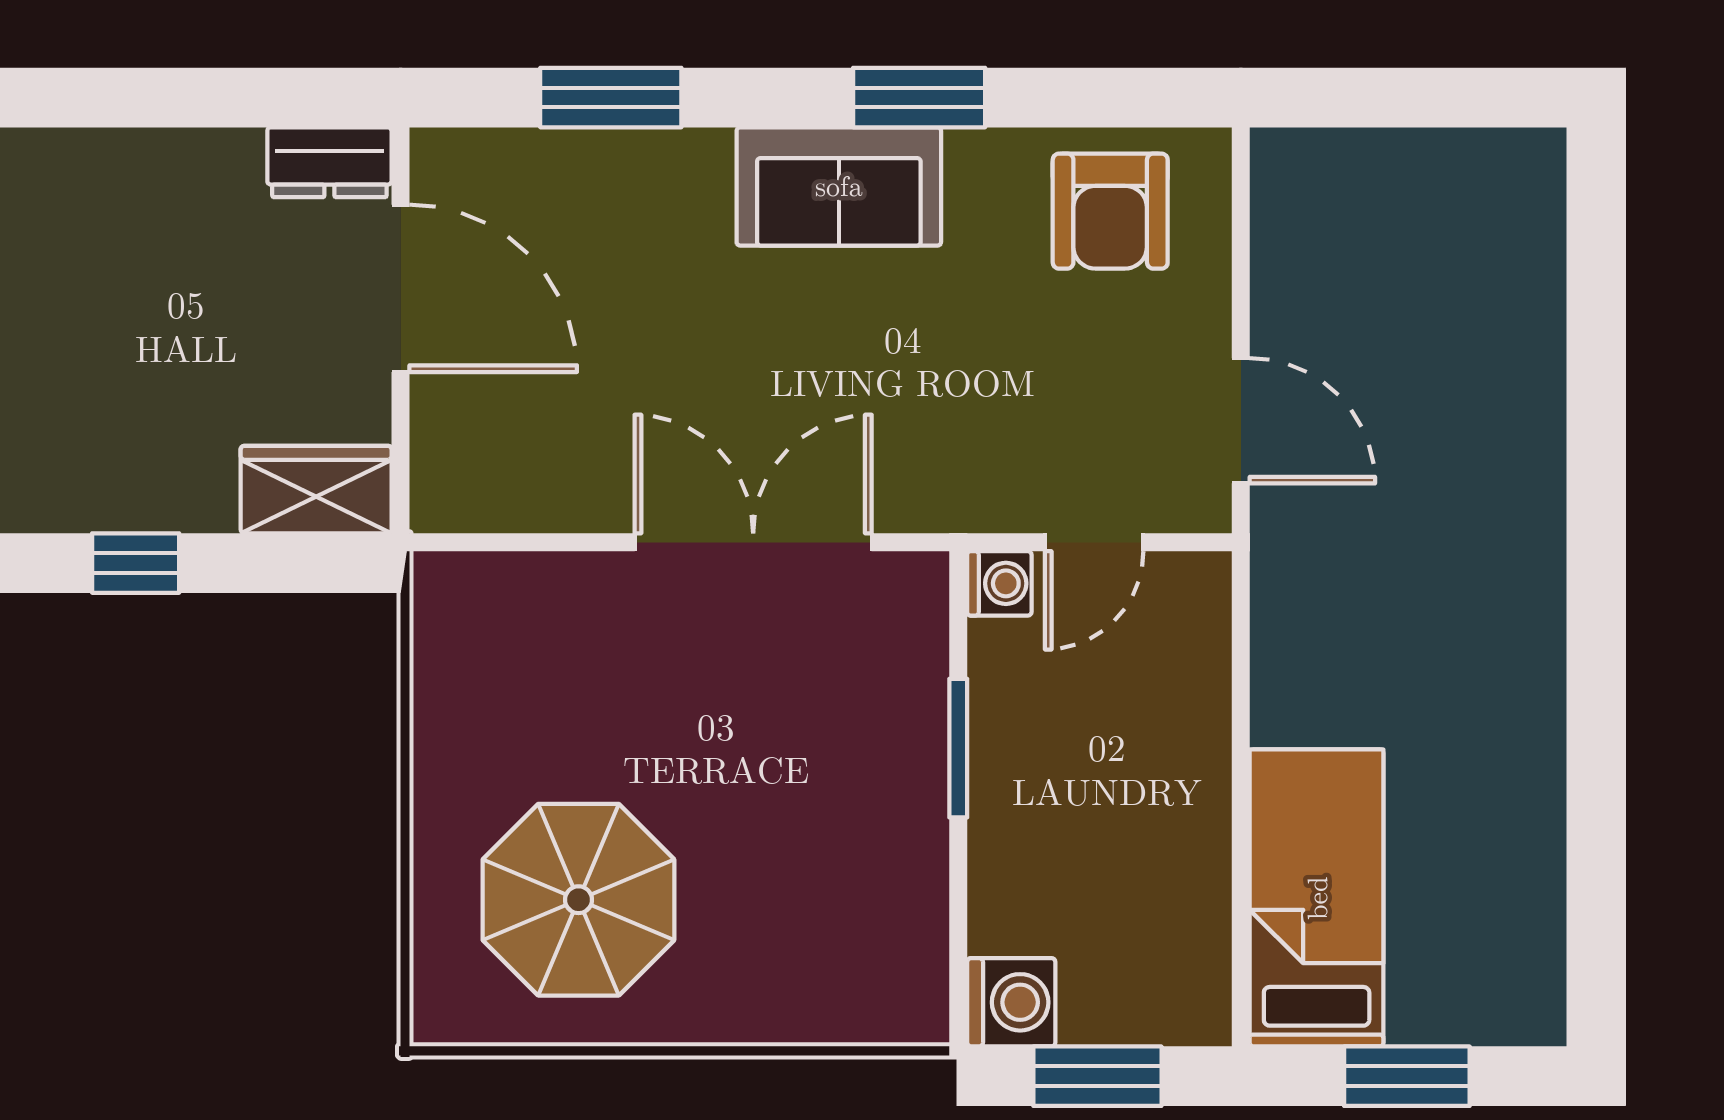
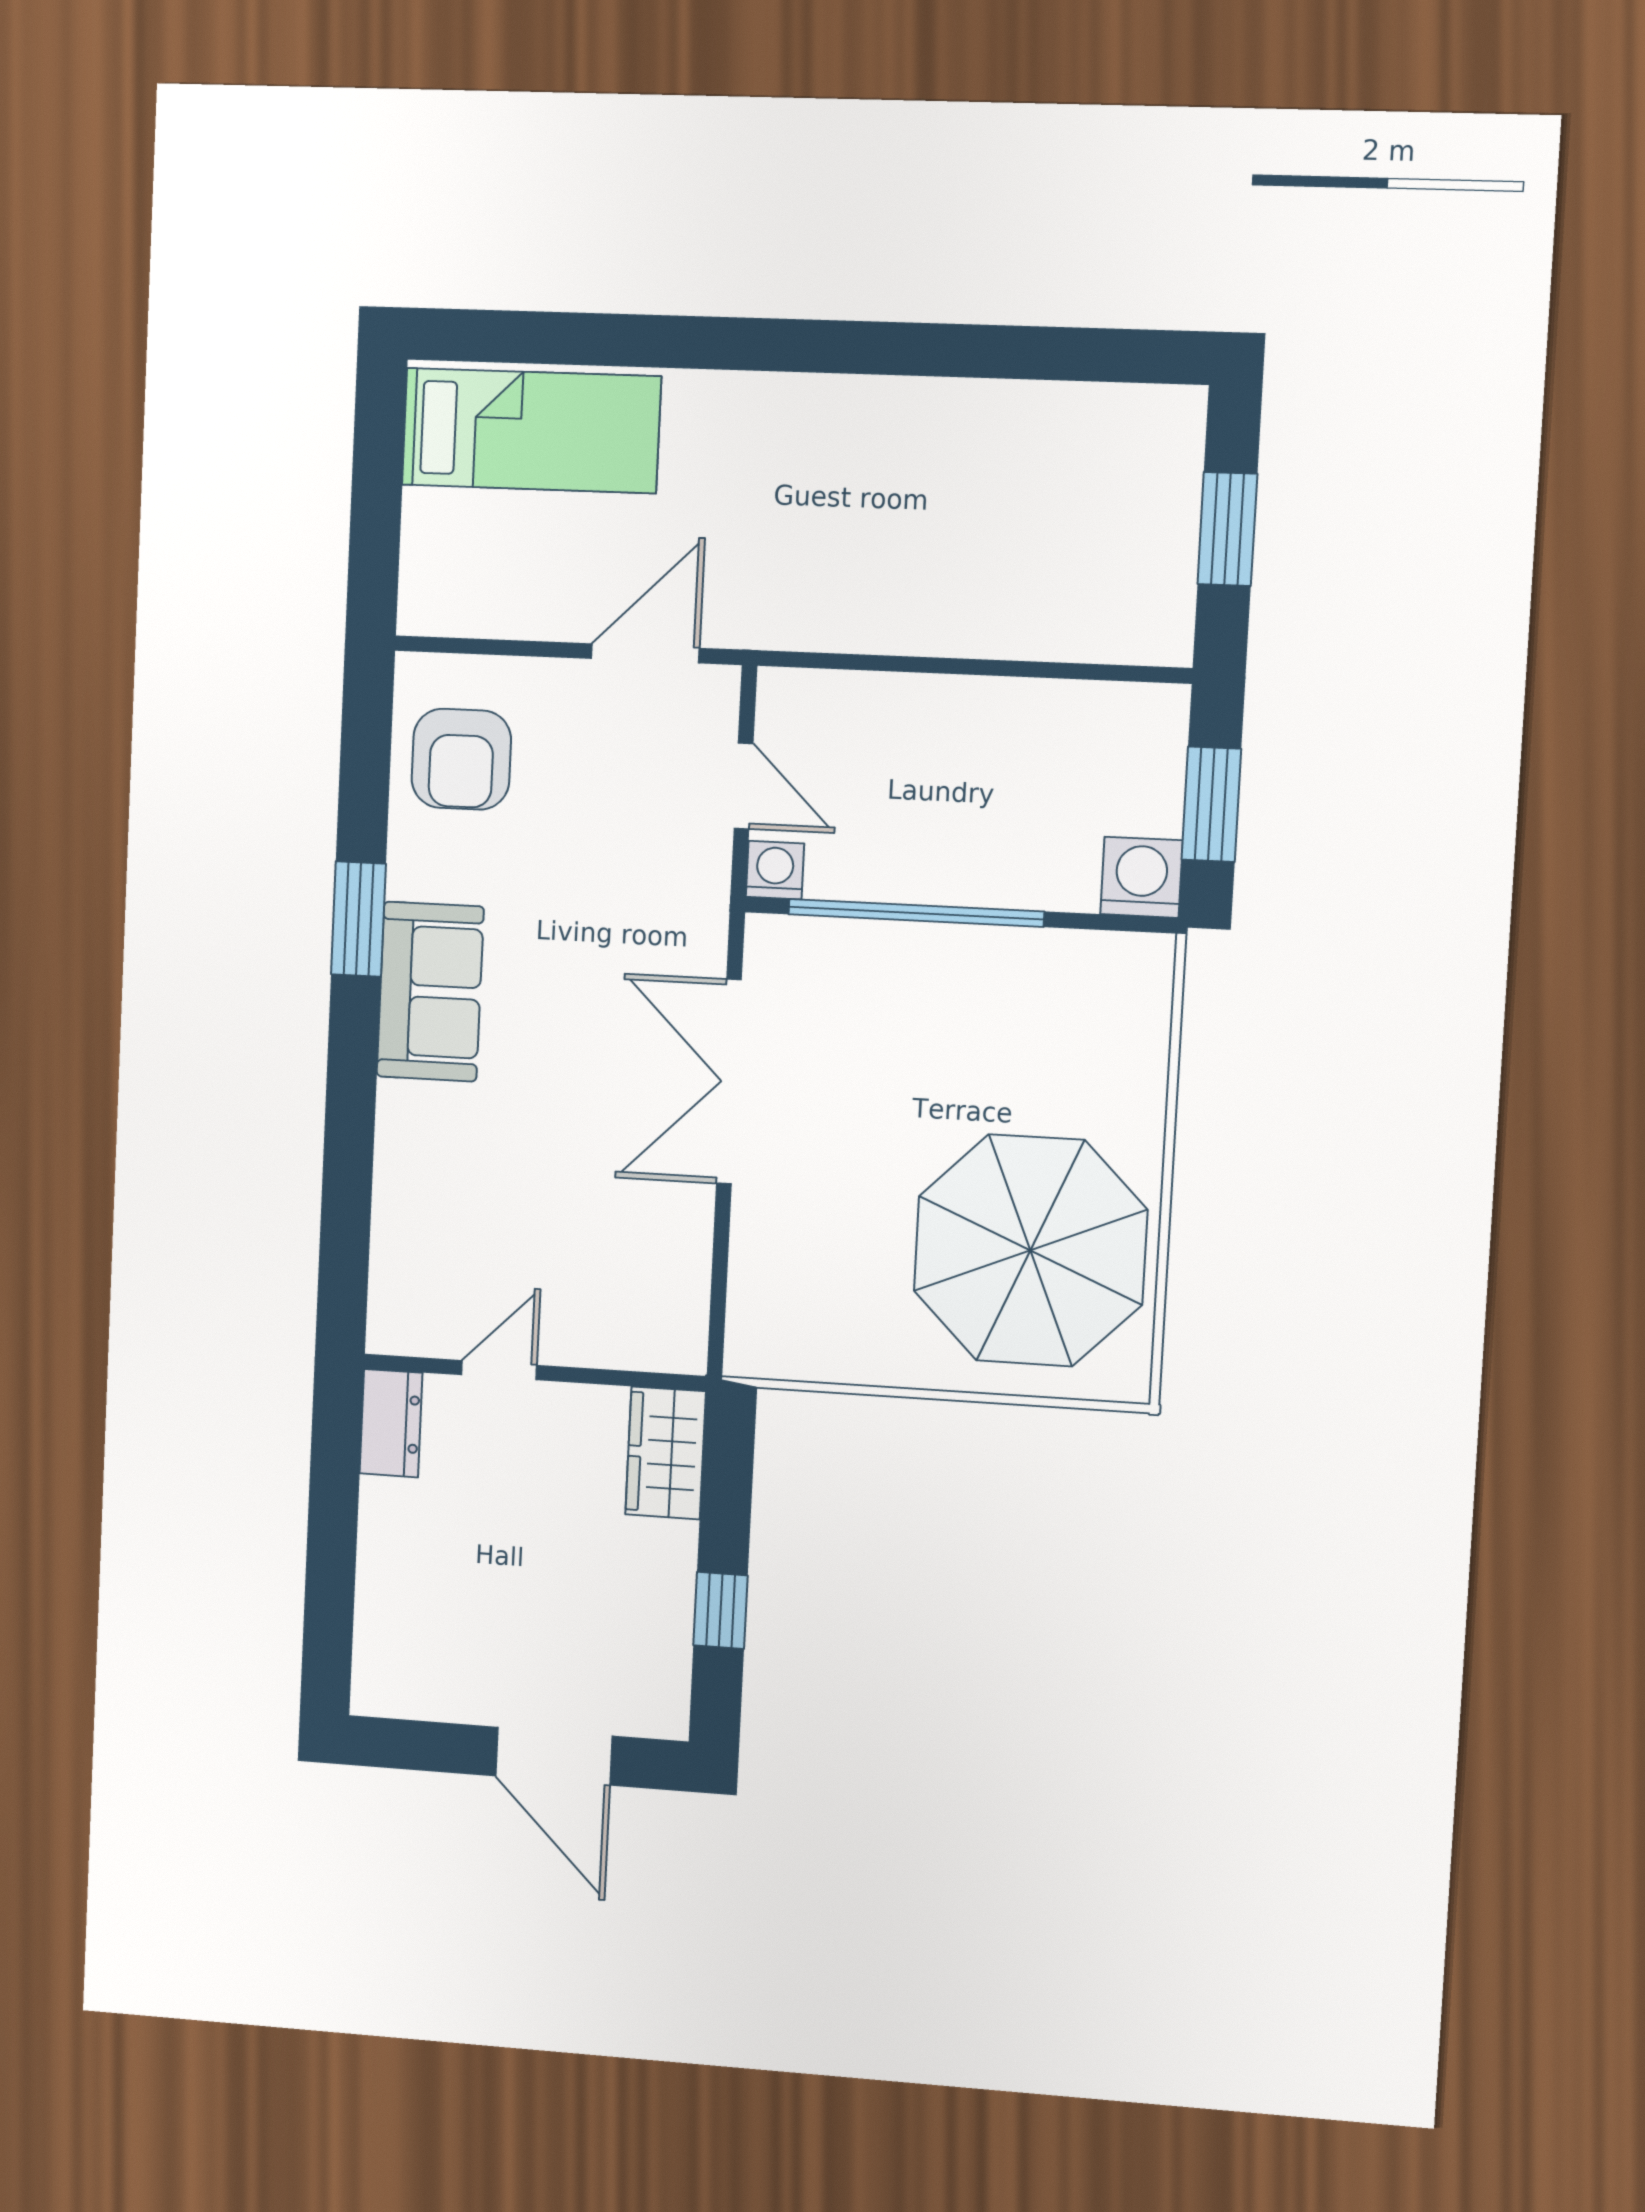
window: (611, 98) -> (347, 1182), removed
armchair: (1110, 211) -> (461, 759), turned 90
door: (401, 288) -> (499, 1370), width x0.53
window: (958, 748) -> (916, 913), width x2.11
bed: (1317, 898) -> (531, 431), moved, turned 180
parasol: (578, 900) -> (1030, 1250), width x1.36, depth x1.36

